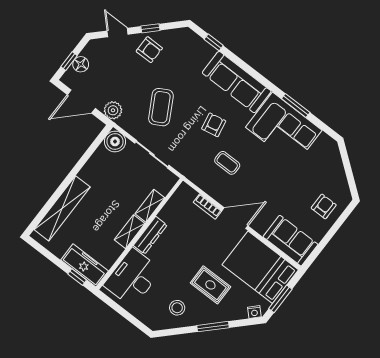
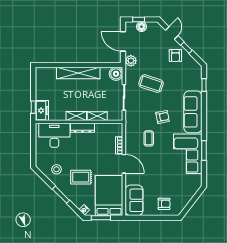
coffee table: (161, 107) -> (151, 84), turned 47
shelving: (62, 208) -> (78, 73), moved
freezer: (85, 265) -> (42, 110), width x0.71
rug: (210, 285) -> (81, 177), turned 90

